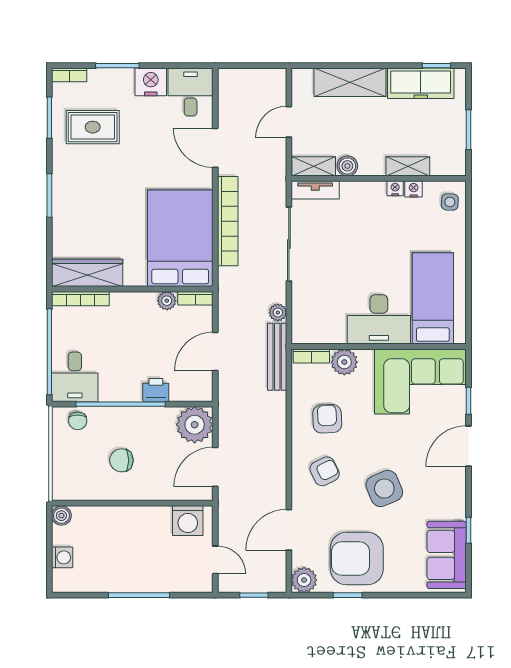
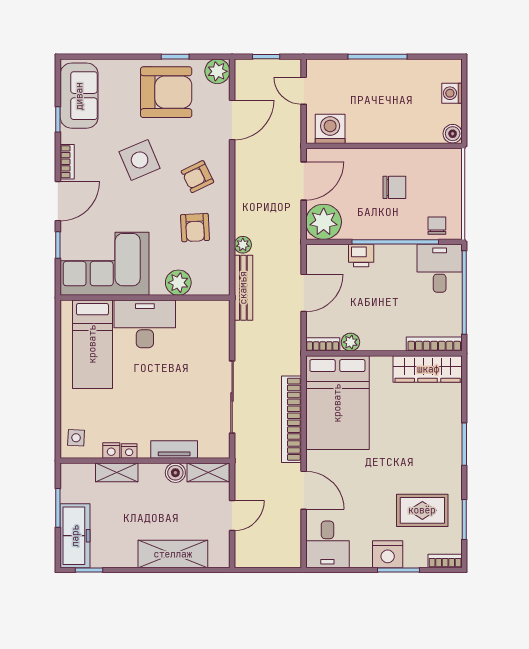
nightstand: (151, 82) -> (388, 554), moved
freezer: (421, 83) -> (75, 536), moved, turned 90
tv unit: (315, 190) -> (174, 449), moved
plant: (278, 313) -> (243, 245), moved
bookcase: (311, 356) -> (67, 162), moved, turned 90

